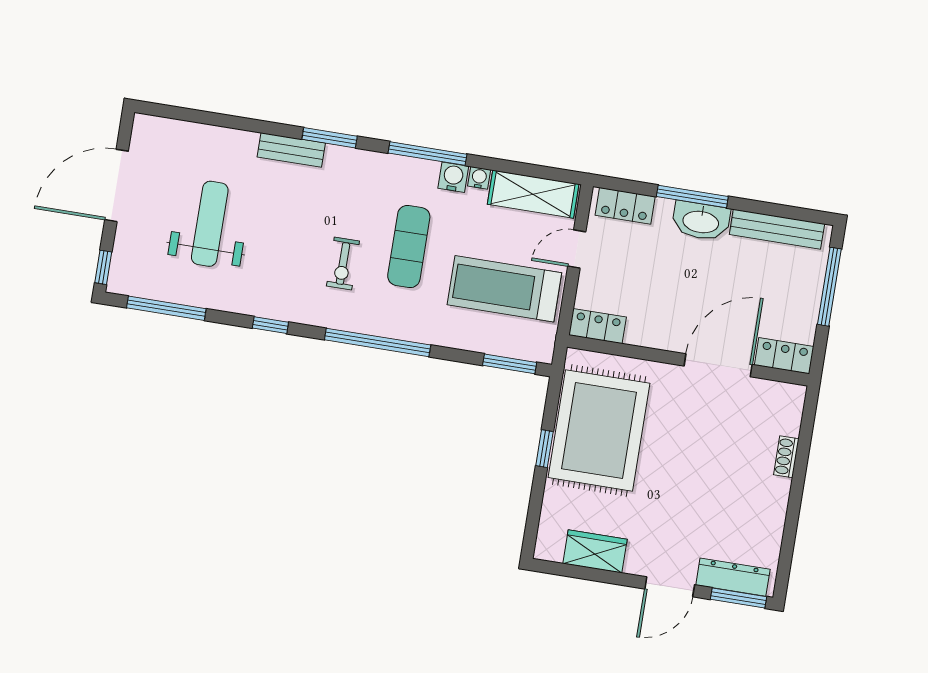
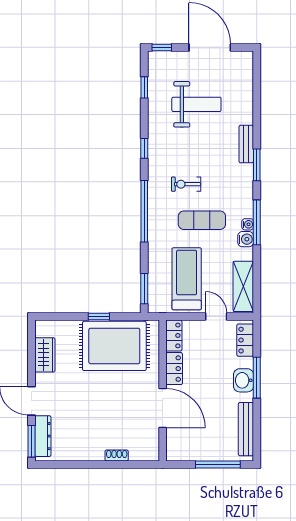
water cooler: (479, 178) -> (248, 224), moved
washbasin: (701, 221) -> (244, 380), width x0.72
window: (166, 308) -> (144, 87), width x0.46
locker: (784, 356) -> (174, 369), moved

